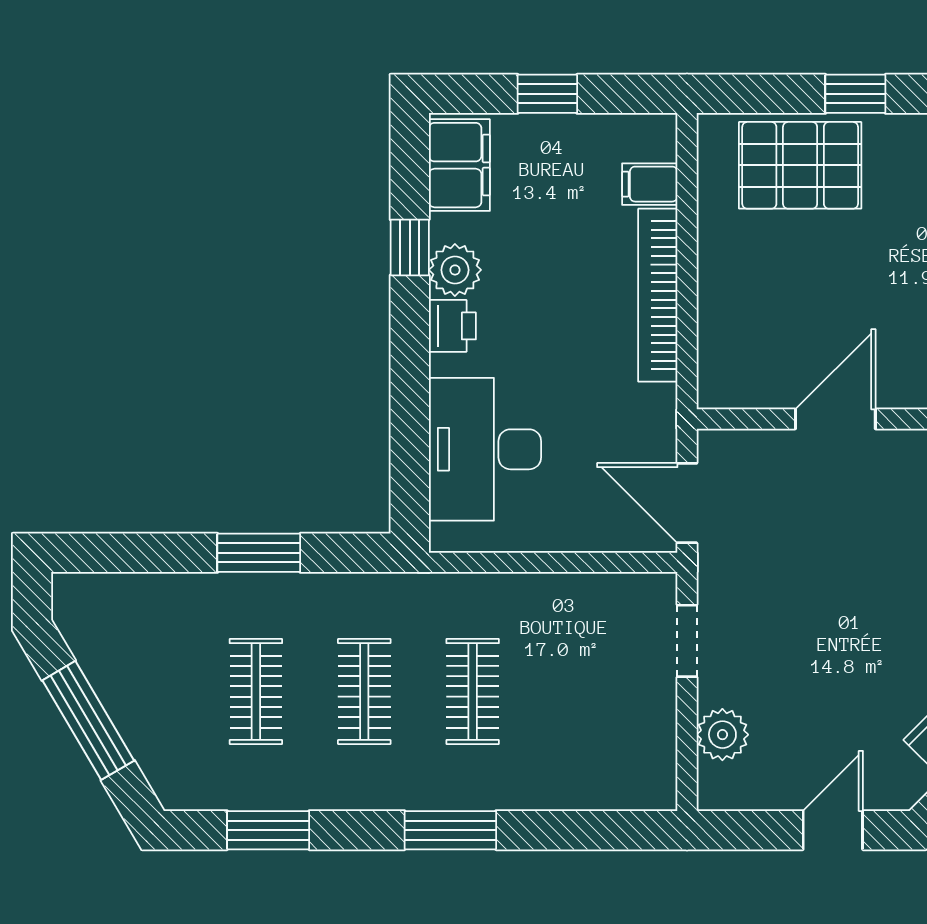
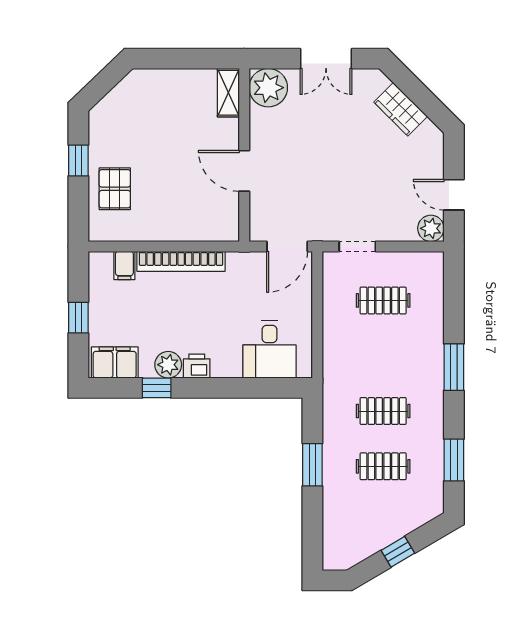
pallet: (800, 165) -> (115, 189), width x0.67, depth x0.71
desk: (485, 449) -> (269, 349), width x0.73
clothes rail: (473, 692) -> (383, 300), moved
window: (88, 720) -> (398, 552), width x0.46
plant: (722, 735) -> (431, 228), moved
door: (833, 830) -> (454, 195), moved

